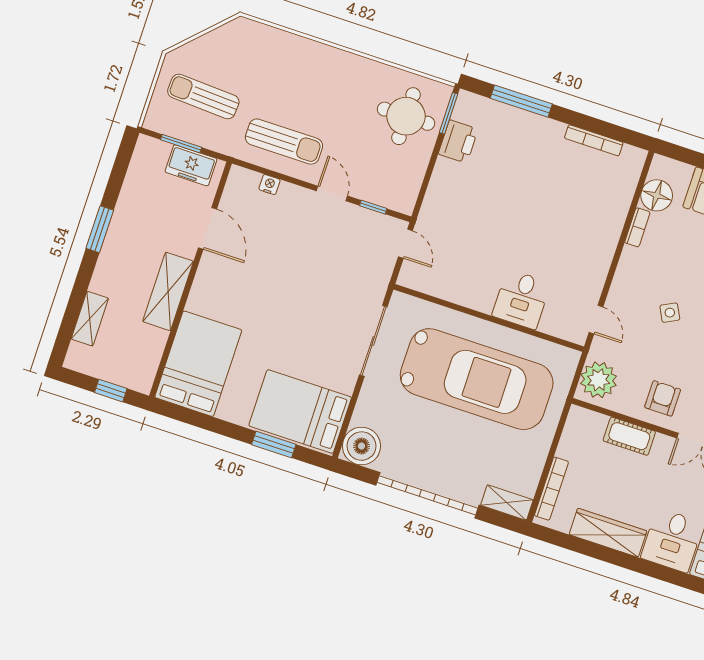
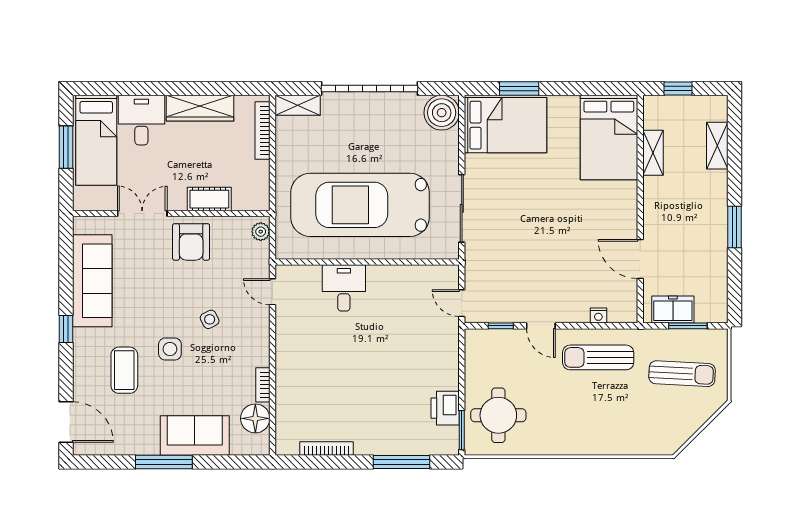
shelving: (168, 291) -> (653, 153), moved, width x0.67, depth x0.75
plant: (599, 380) -> (261, 232), width x0.53, depth x0.53
armchair: (663, 398) -> (191, 242), width x1.38, depth x1.38

